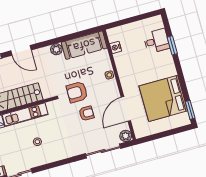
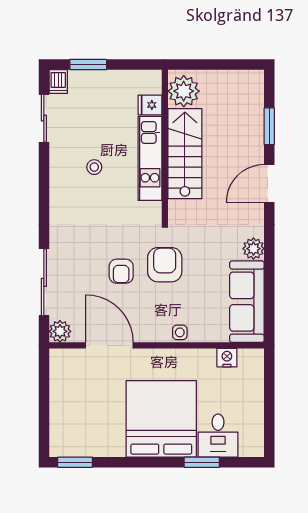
bed: (163, 98) -> (161, 419), moved

